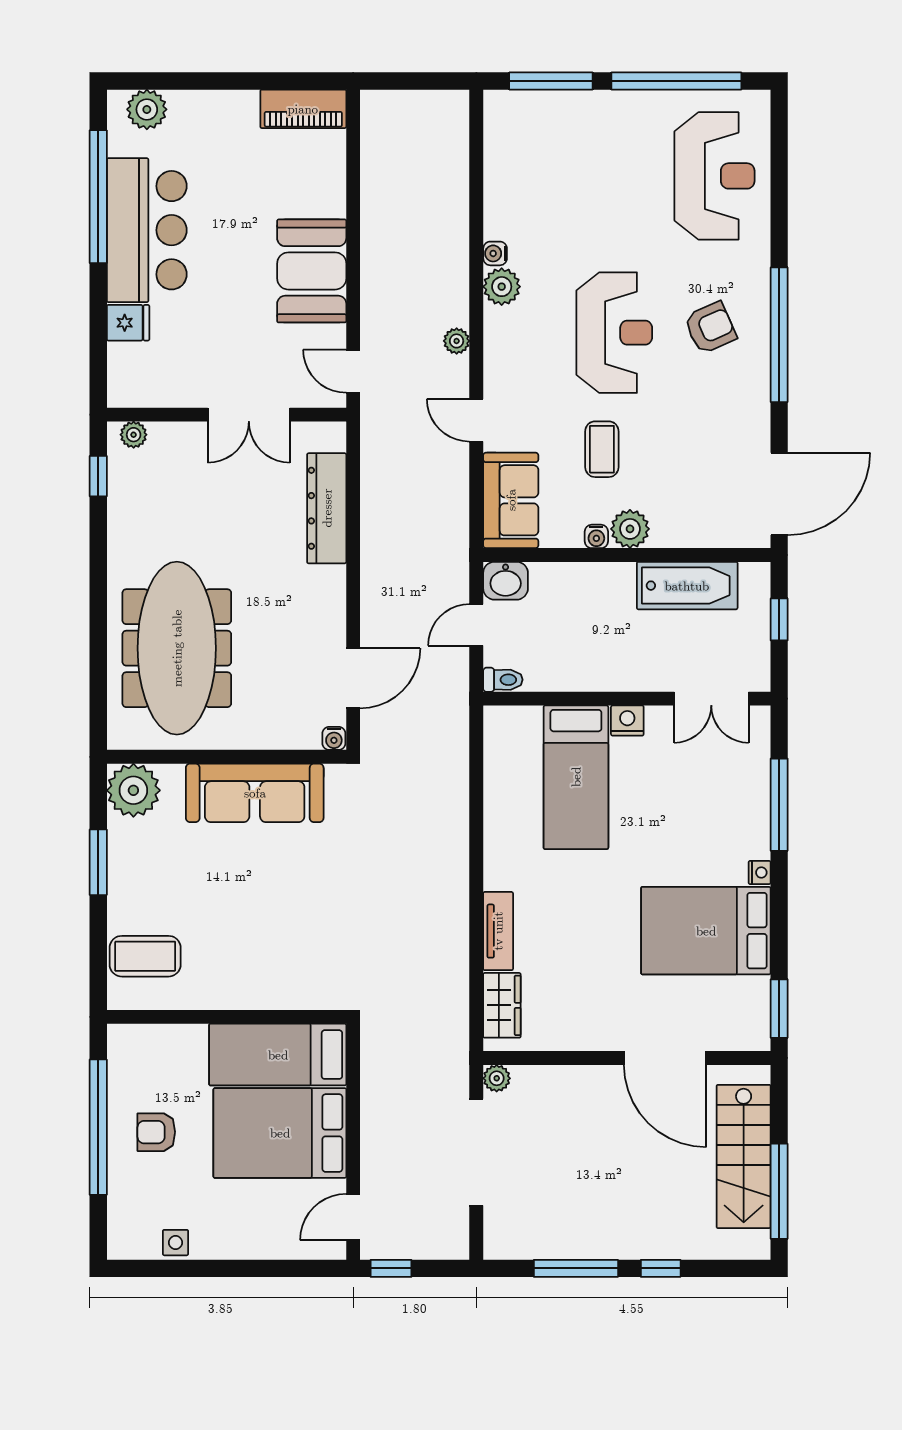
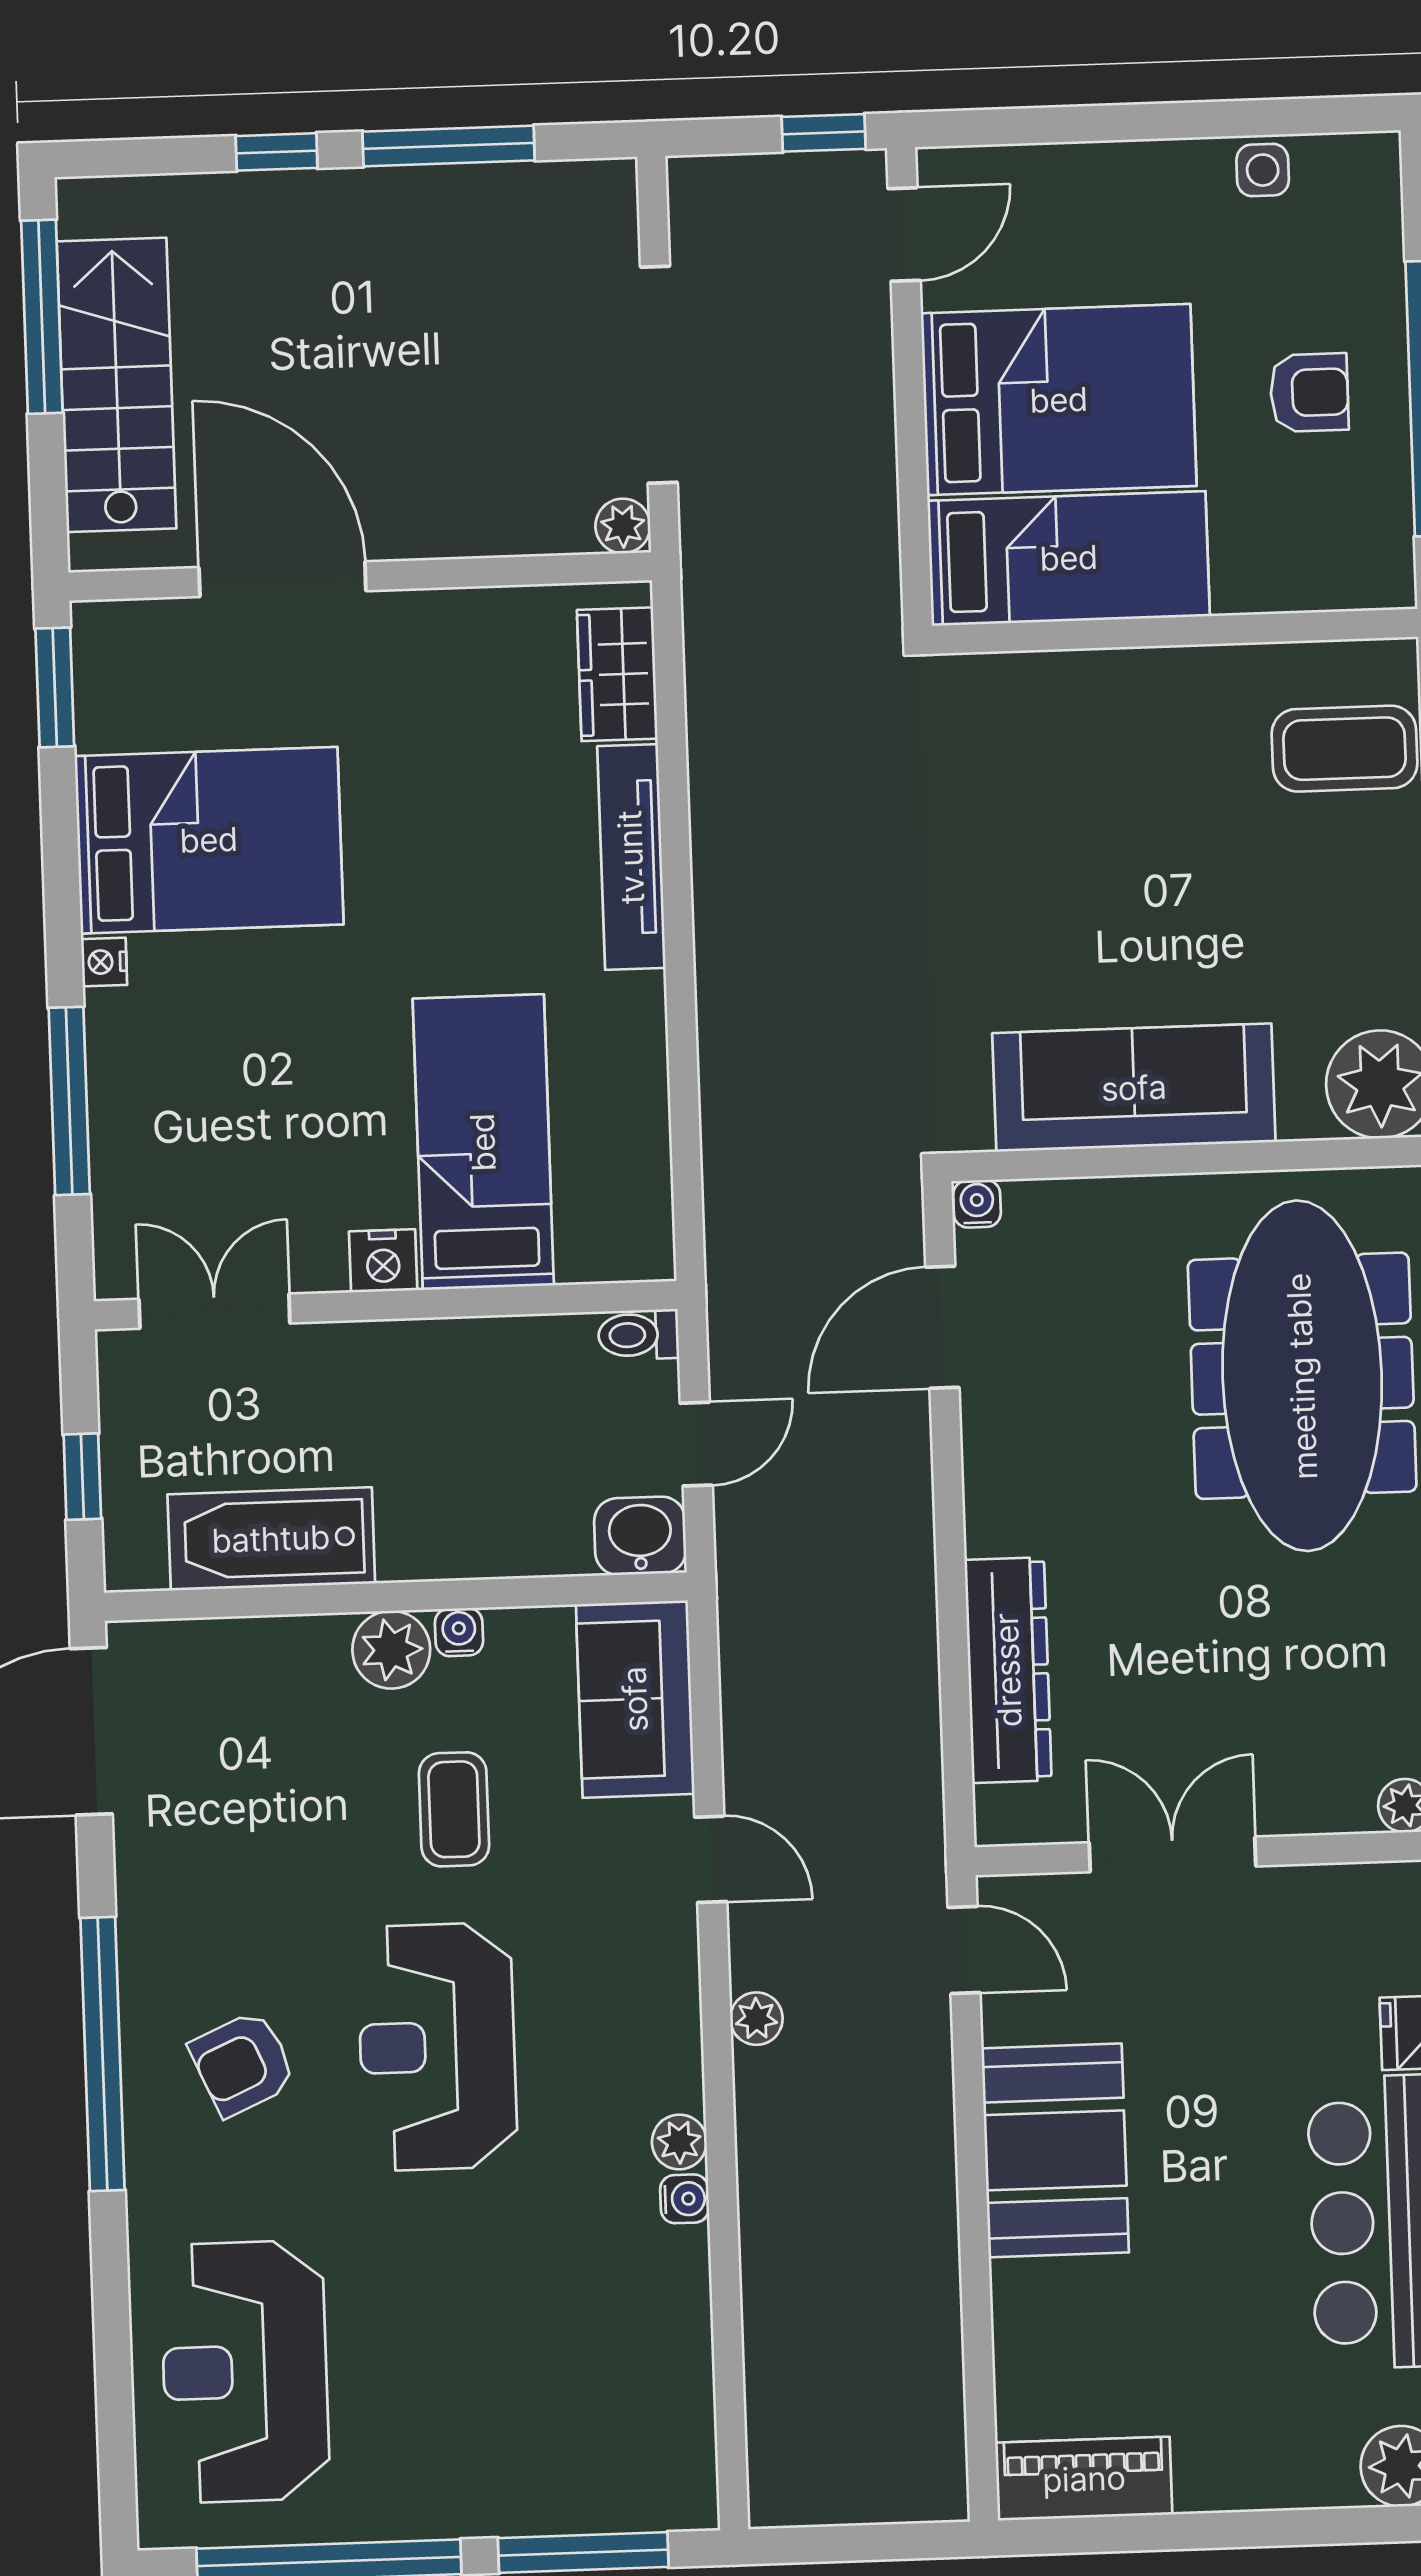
plant: (502, 287) -> (679, 2142), width x0.73, depth x0.73
tv unit: (498, 931) -> (631, 857), width x1.41

